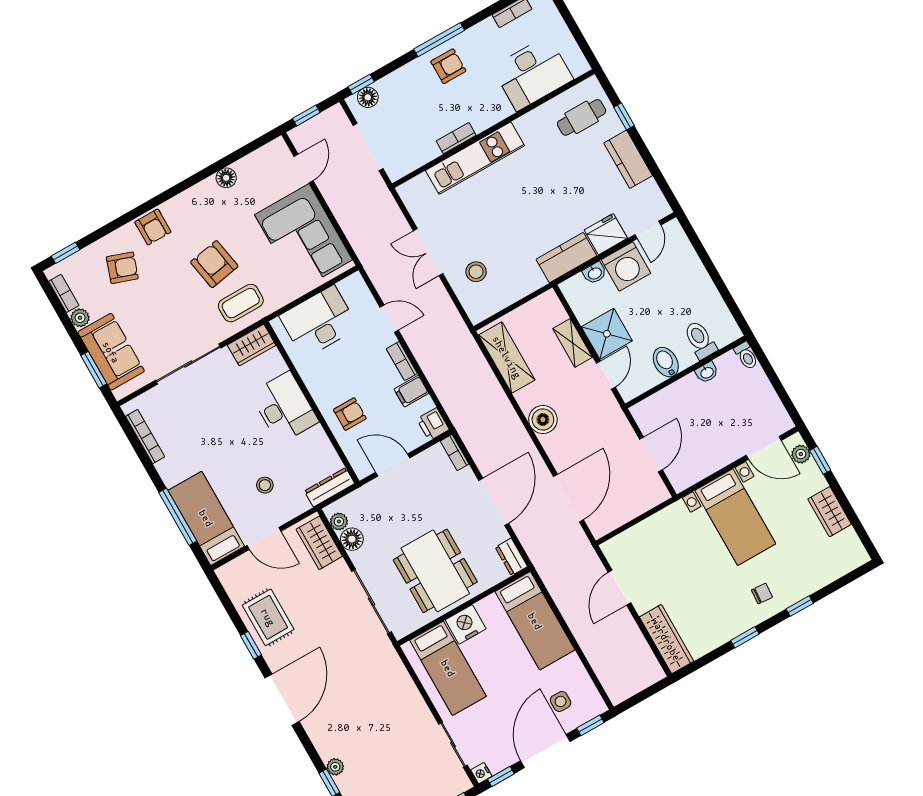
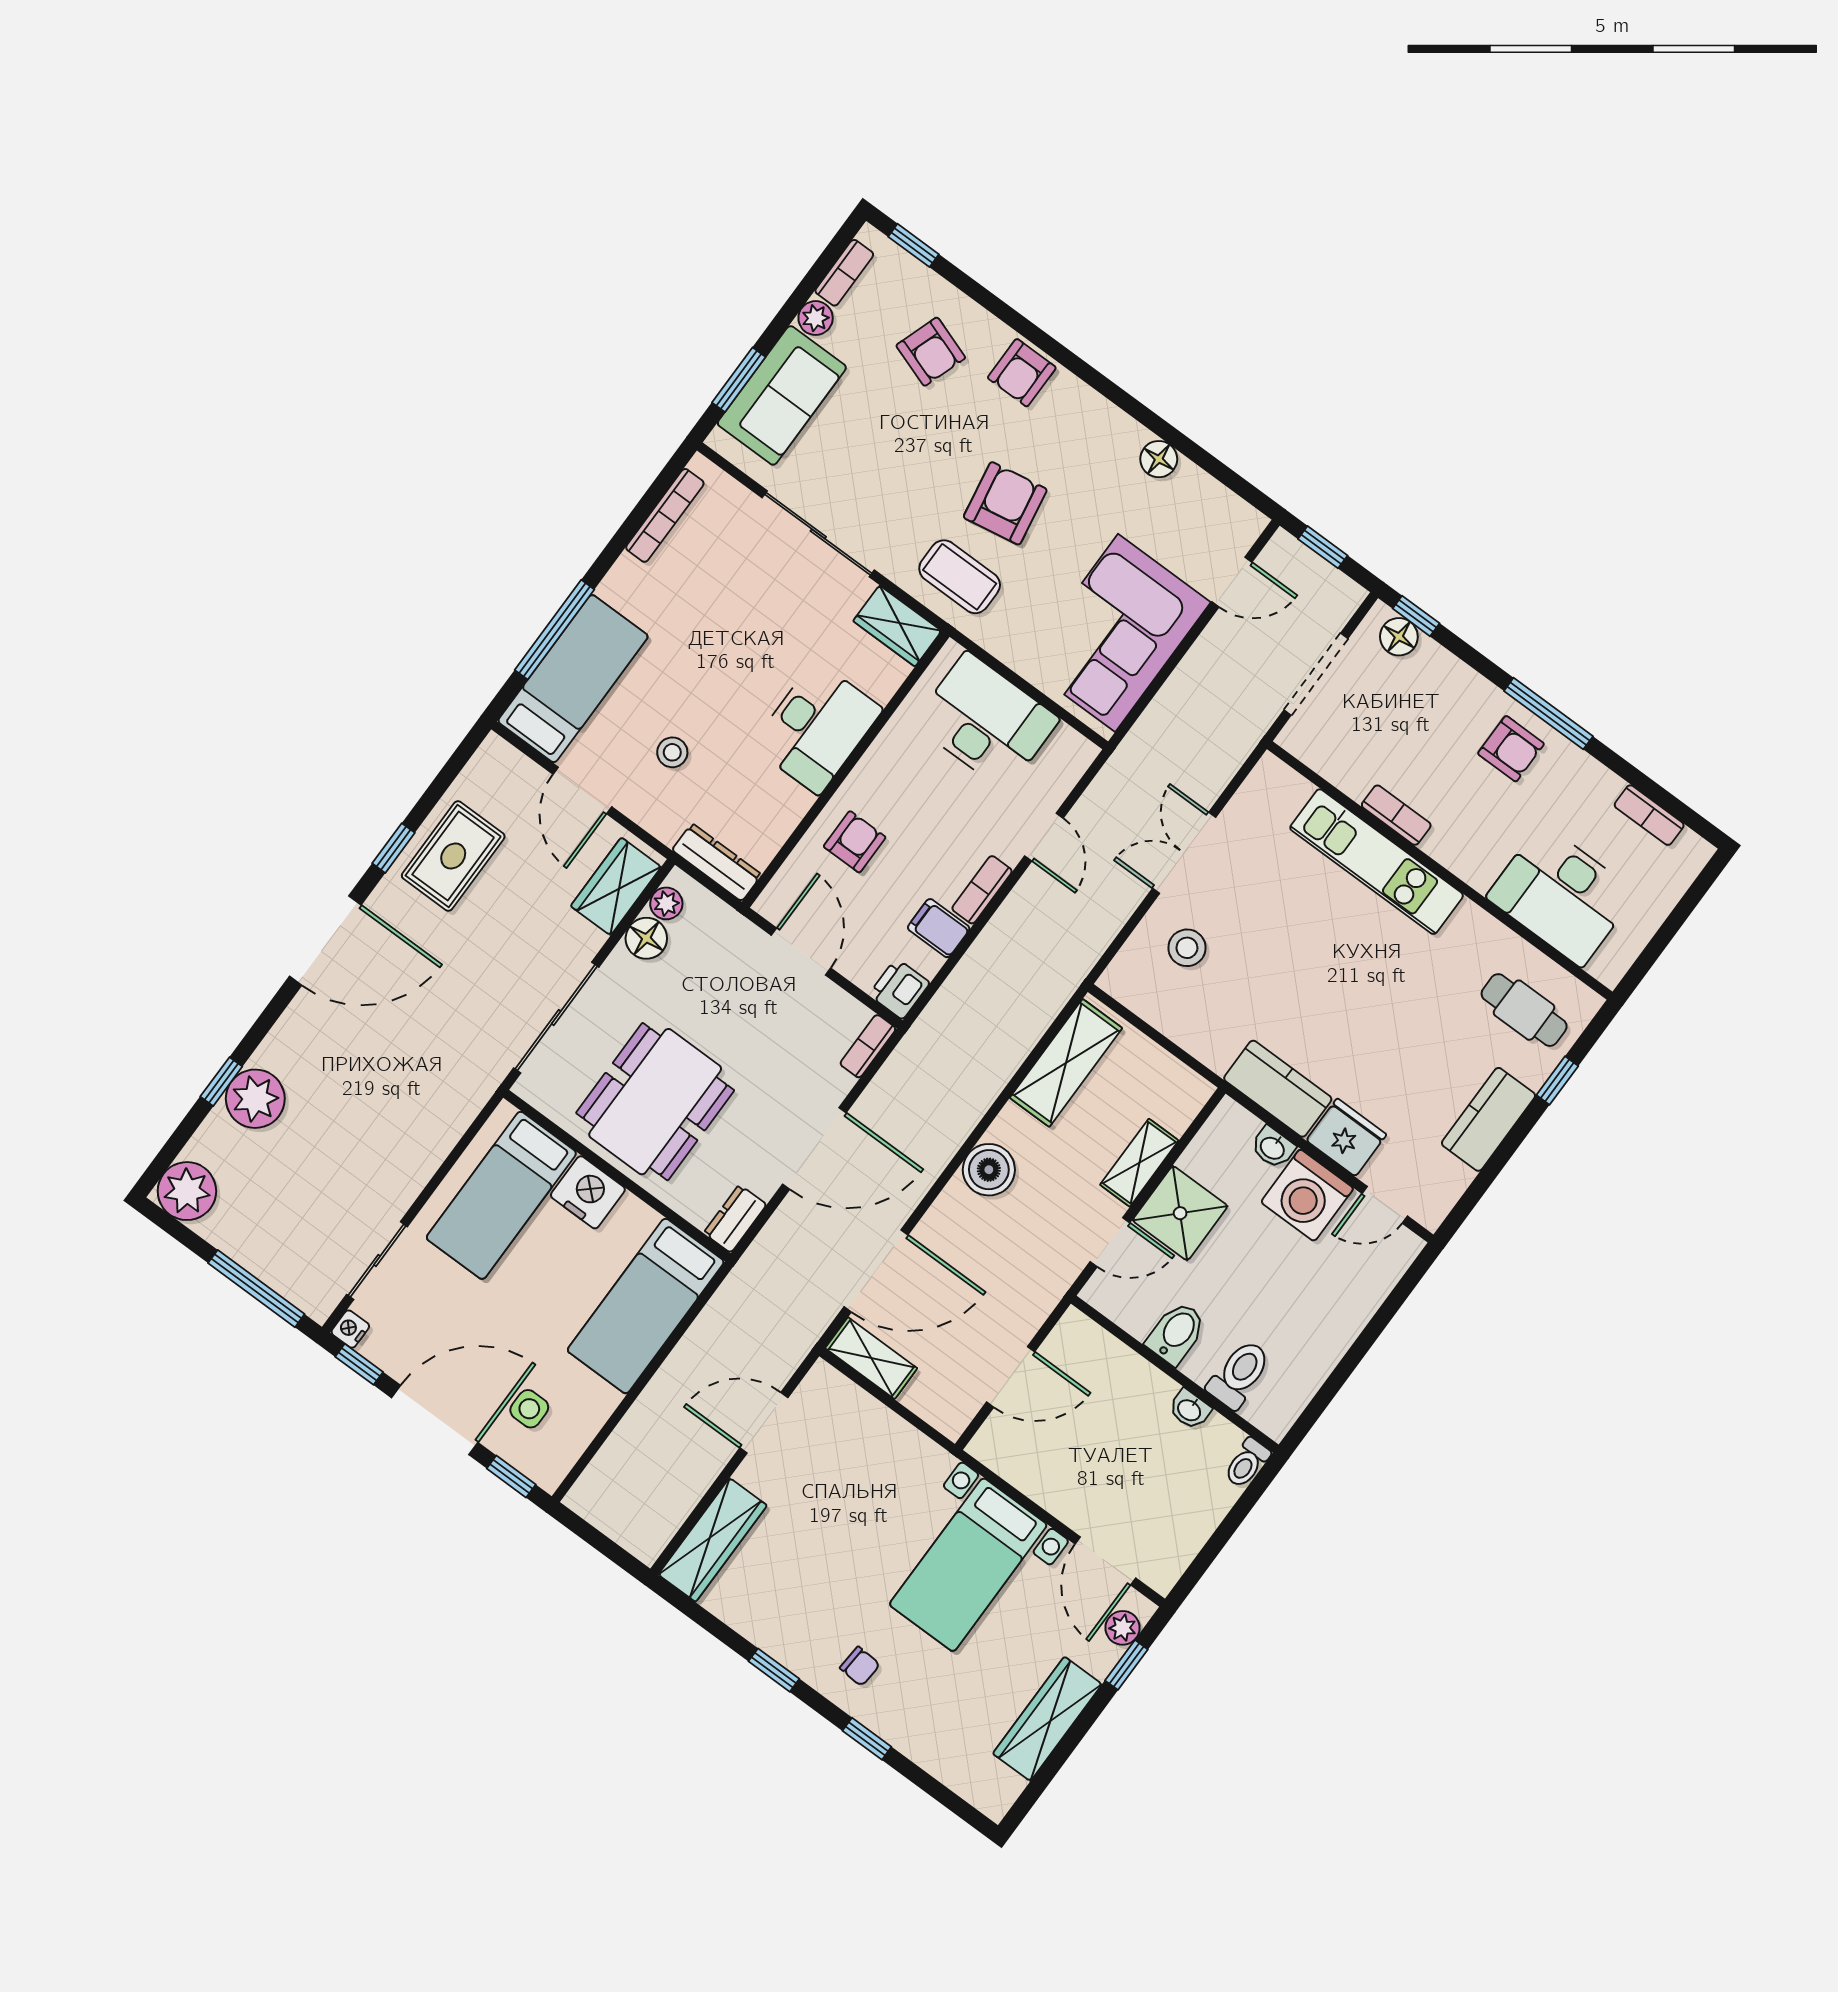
armchair: (350, 414) -> (855, 842), turned -90
wardrobe: (830, 512) -> (1047, 1719), width x1.50
shelving: (611, 520) -> (871, 1358), added
plant: (335, 767) -> (255, 1099), width x1.88, depth x1.88

